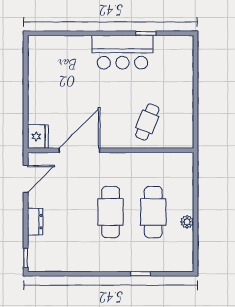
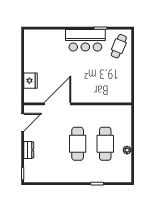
cafe table: (147, 122) -> (119, 46), moved
fridge: (38, 136) -> (31, 81), moved

